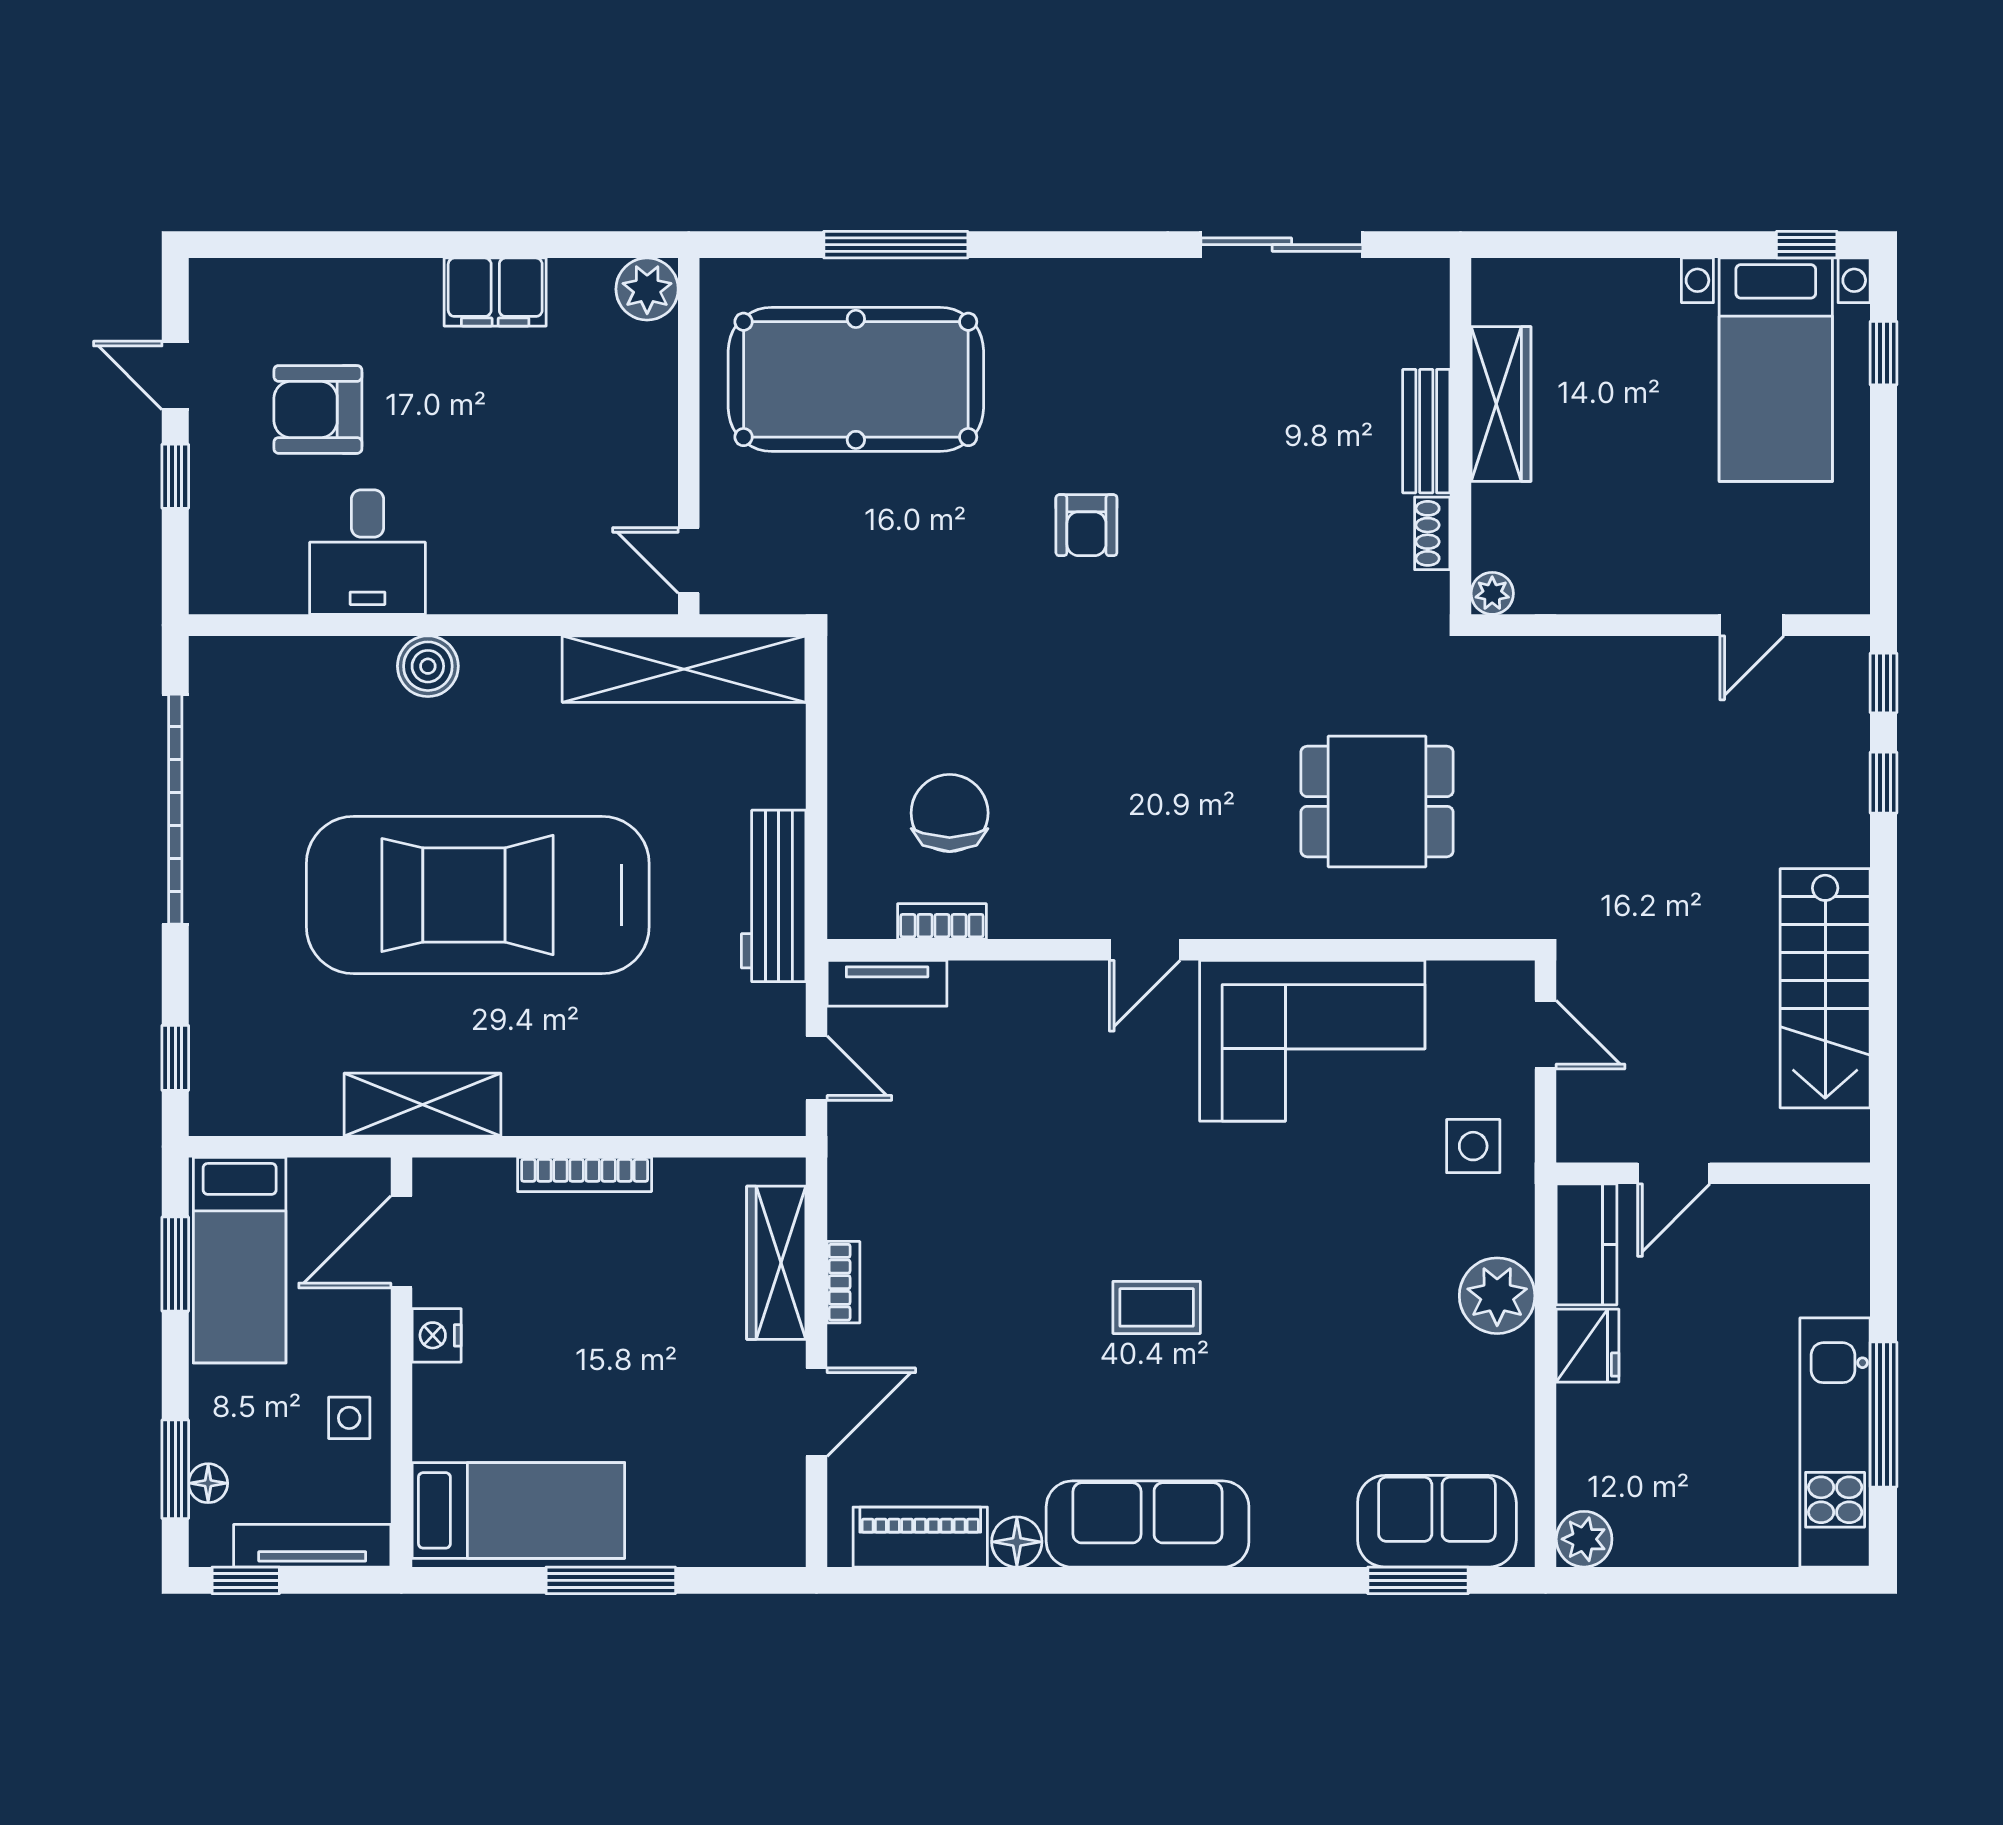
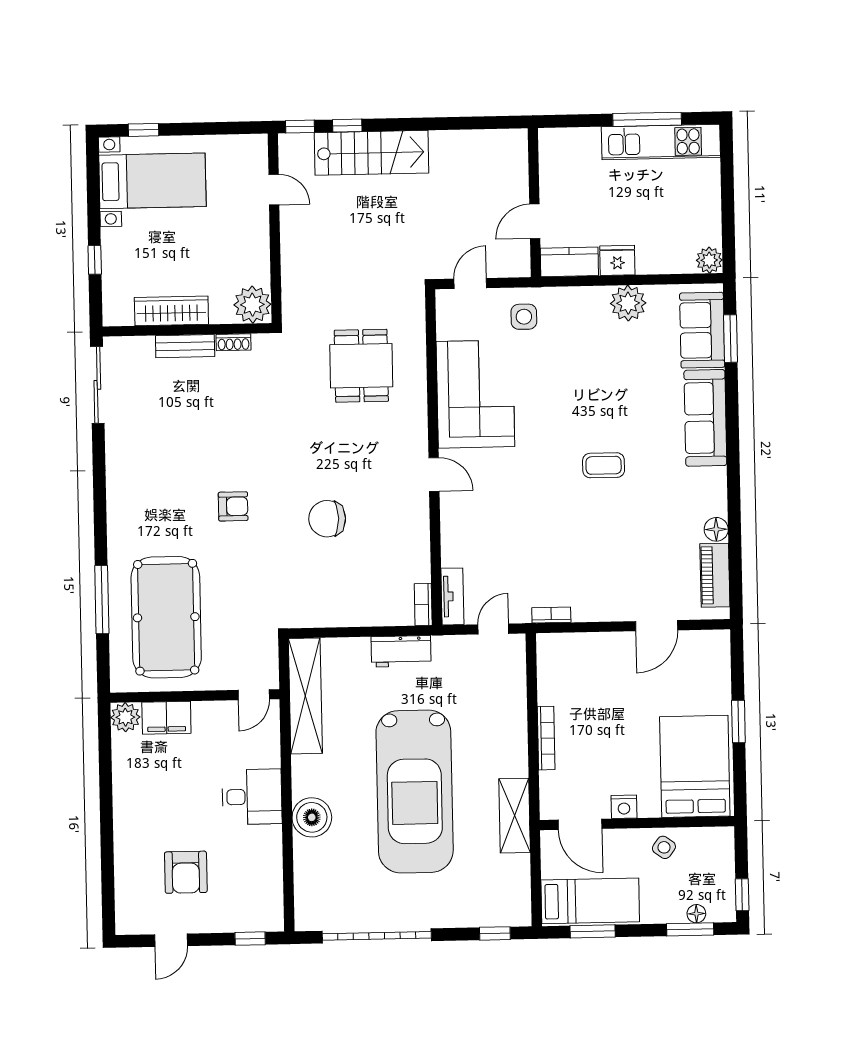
sliding door: (1282, 245) -> (97, 385), moved
window: (1807, 245) -> (95, 260), moved
filing cabinet: (495, 292) -> (166, 718), moved, turned 90
window: (175, 476) -> (250, 939), moved
desk: (367, 552) -> (252, 797), moved
plant: (1492, 593) -> (252, 305), width x1.88, depth x1.88
boiler: (428, 666) -> (312, 817), width x1.37, depth x1.37
chair: (950, 813) -> (327, 519), moved
workbench: (774, 896) -> (401, 651), width x0.73
bookcase: (942, 921) -> (423, 604), moved
stairs: (1825, 988) -> (372, 153), moved
door: (1674, 1173) -> (535, 221), swing flipped
wardrobe: (776, 1263) -> (586, 646), removed
bookcase: (843, 1282) -> (551, 615), moved
plant: (1497, 1296) -> (628, 303), moved
coffee table: (1157, 1307) -> (604, 465), turned 90
door: (817, 1412) -> (657, 626), swing flipped
side table: (349, 1418) -> (664, 847), turned 36
bed: (518, 1510) -> (695, 766), width x1.50
sofa: (1148, 1524) -> (705, 418), moved
tv unit: (312, 1546) -> (725, 864), removed
window: (611, 1580) -> (738, 722), width x0.69

